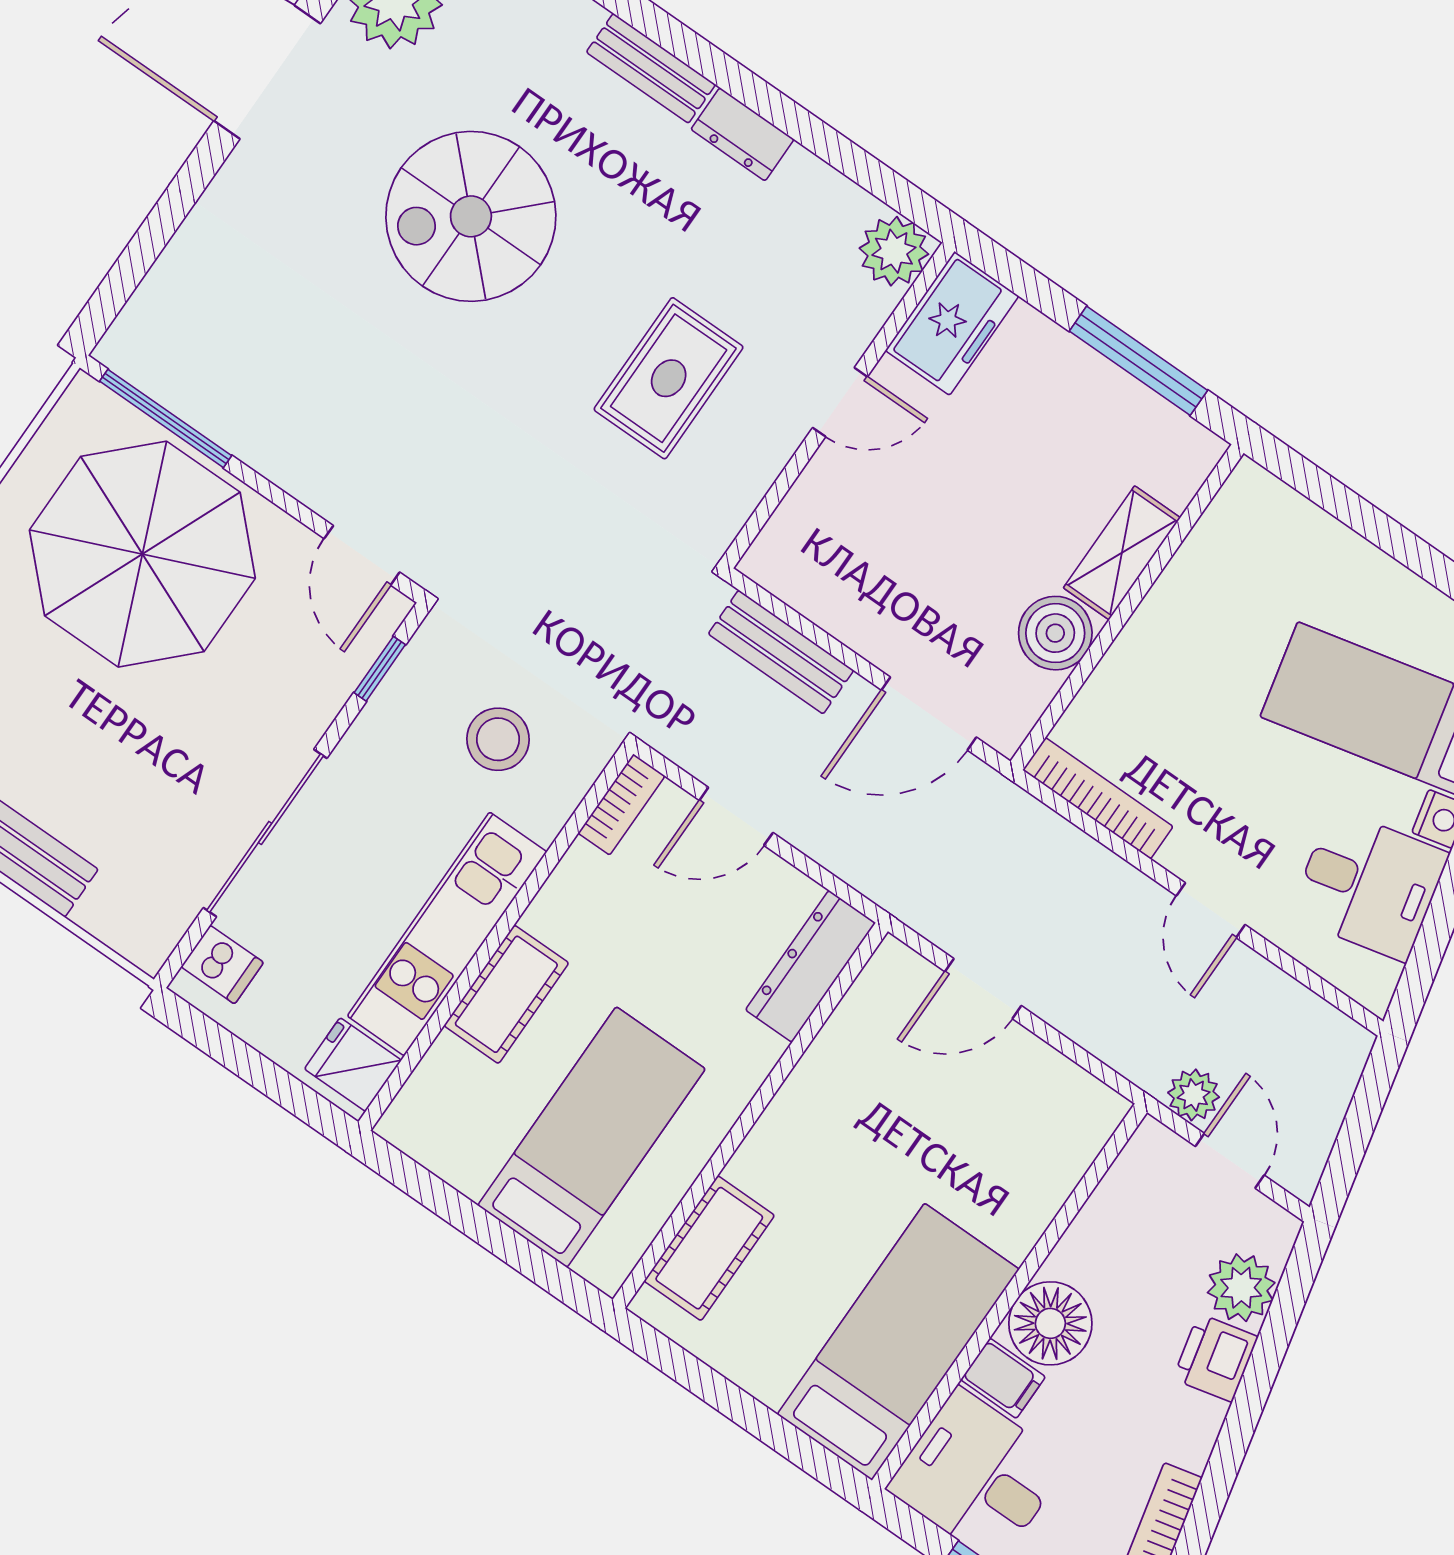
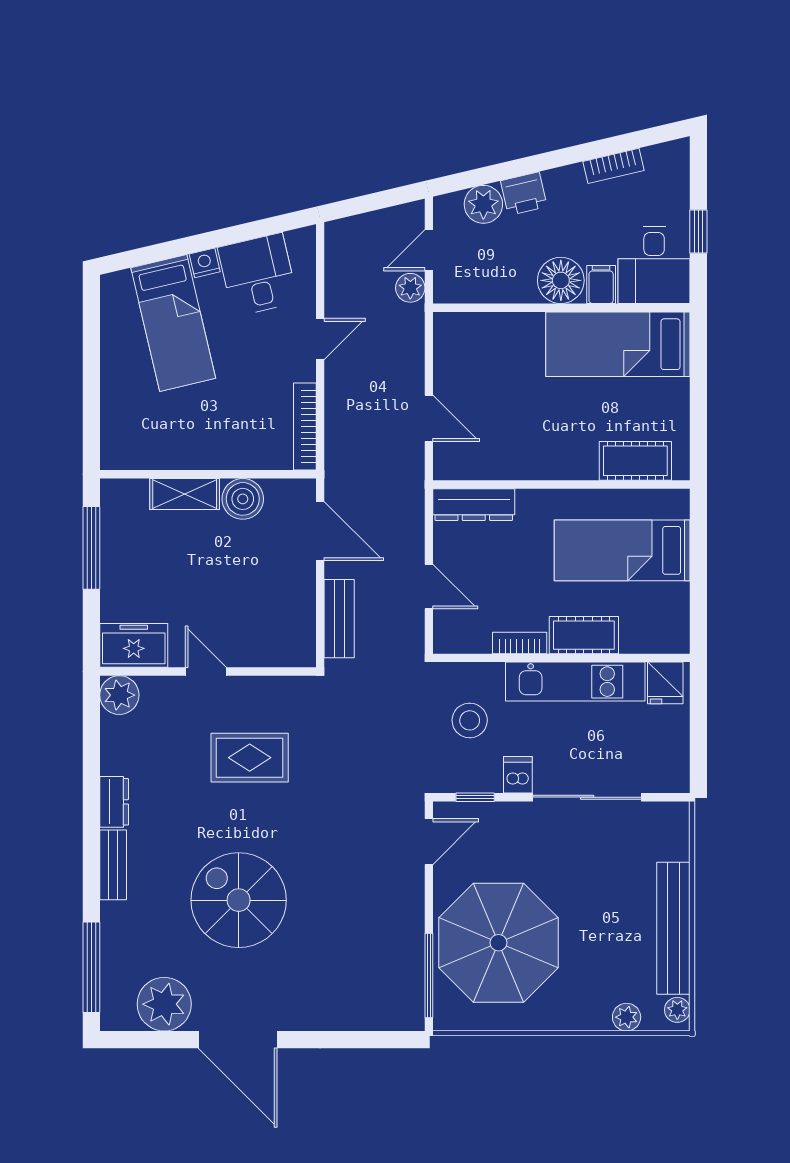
spiral stairs: (471, 216) -> (239, 900), turned 180
bookcase: (622, 805) -> (520, 643), moved
dishwasher: (222, 965) -> (518, 775), moved

